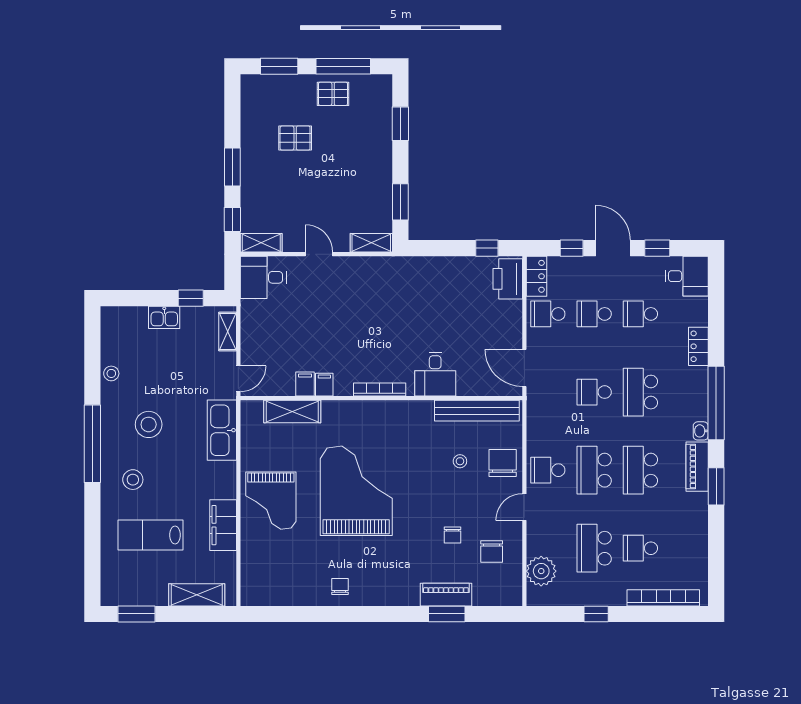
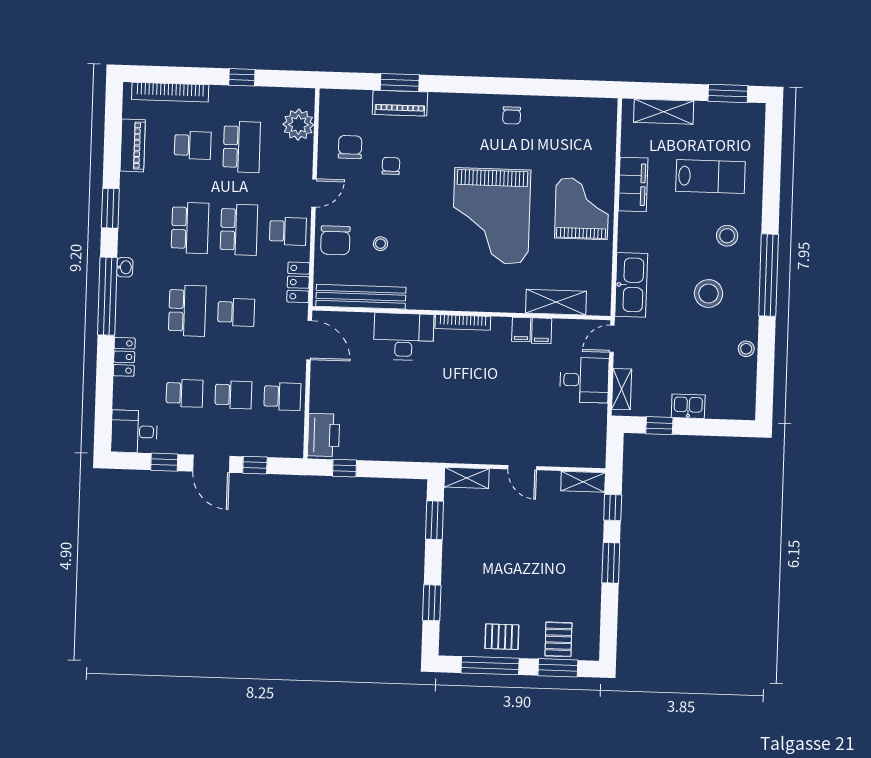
pallet: (295, 138) -> (558, 639), moved, turned 90
locker: (536, 276) -> (298, 282), moved
desk: (263, 277) -> (584, 380), moved
desk: (435, 374) -> (404, 337), width x1.37
piano: (697, 467) -> (133, 145), moved

